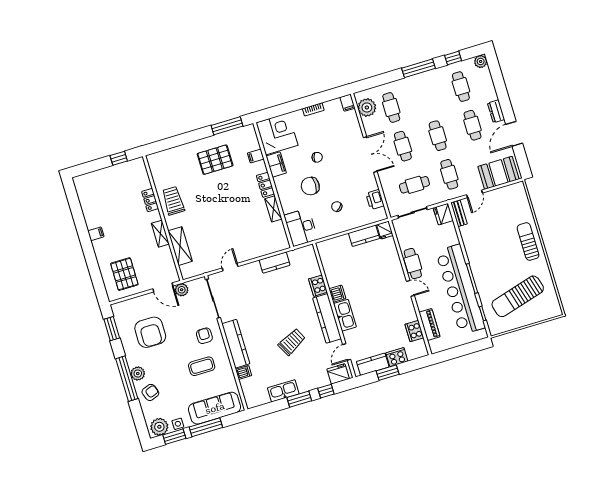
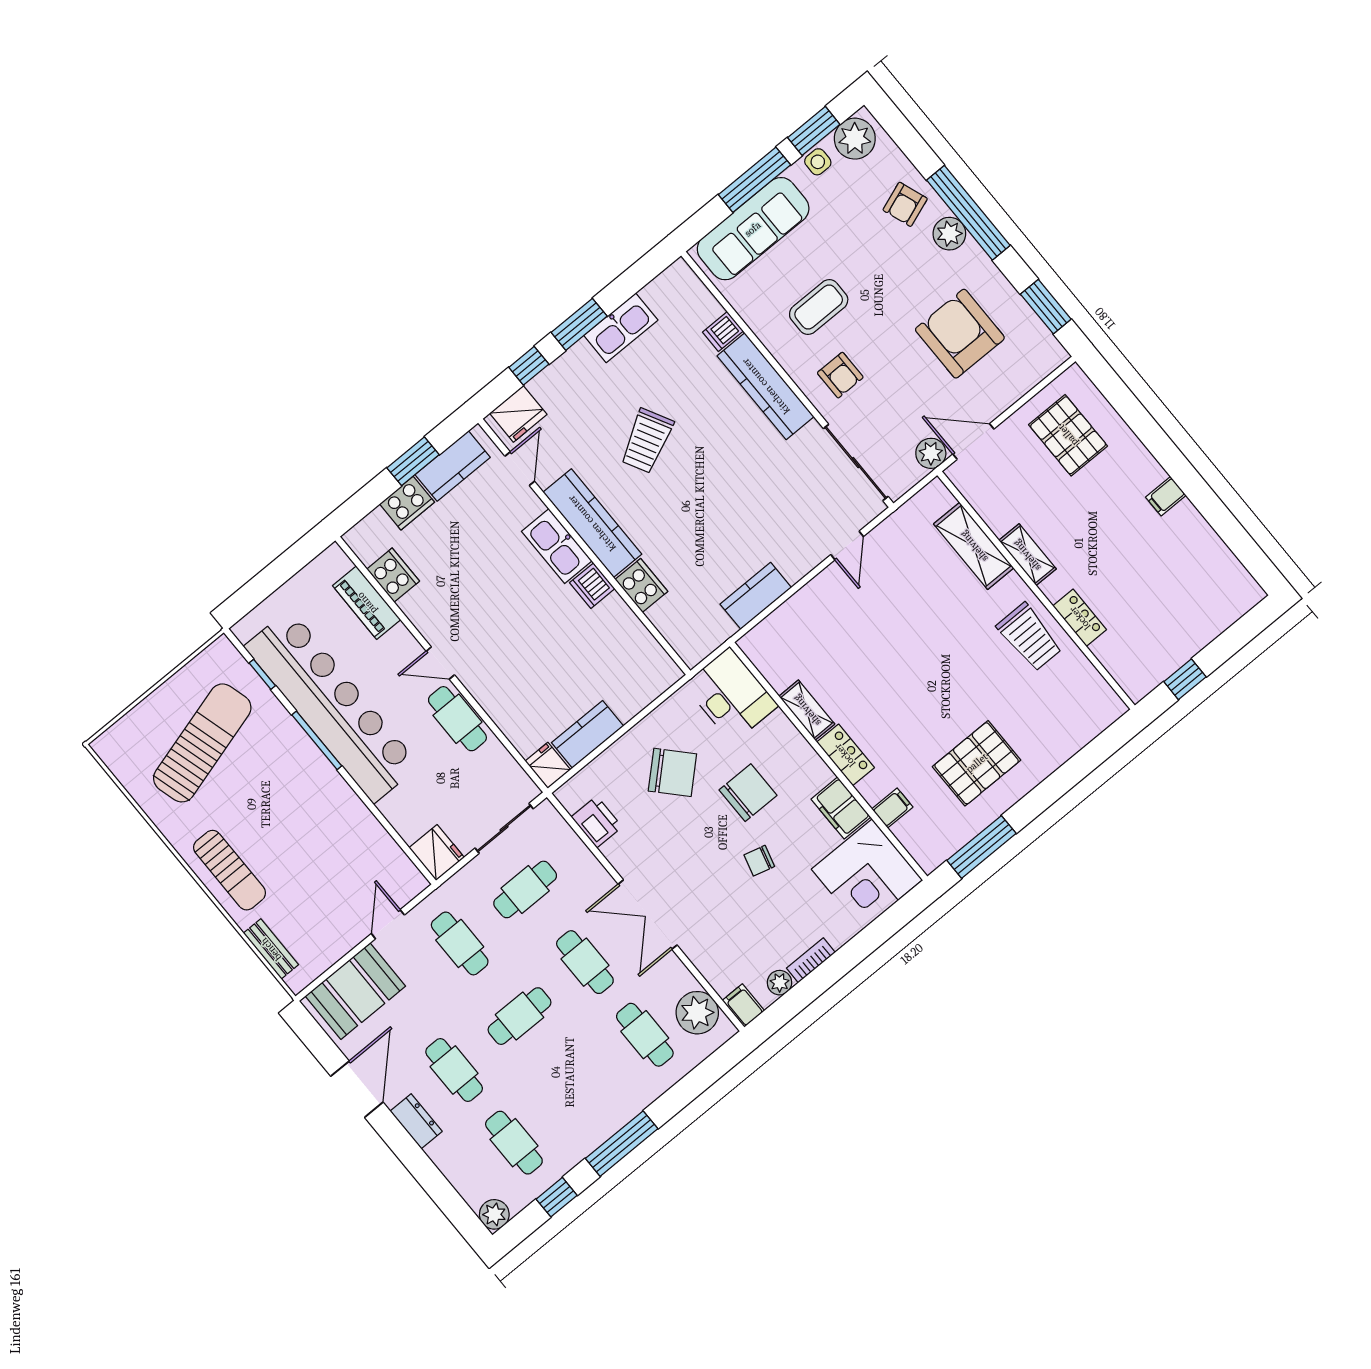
plant: (329, 106) -> (780, 983), added
cafe table: (438, 136) -> (520, 1016), turned 90
chair: (337, 207) -> (672, 772), width x1.87, depth x1.87
bench: (459, 213) -> (271, 949), moved

